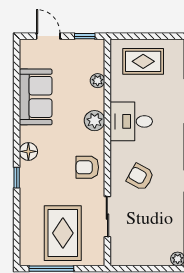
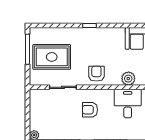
floor lamp: (28, 151) -> (107, 34), removed
armchair: (140, 177) -> (90, 110), turned -119

